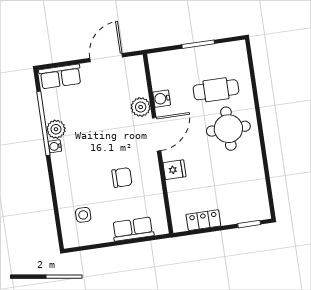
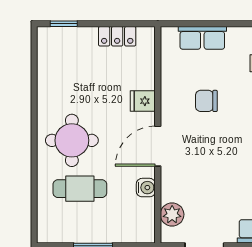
plant: (141, 107) -> (172, 214), moved

